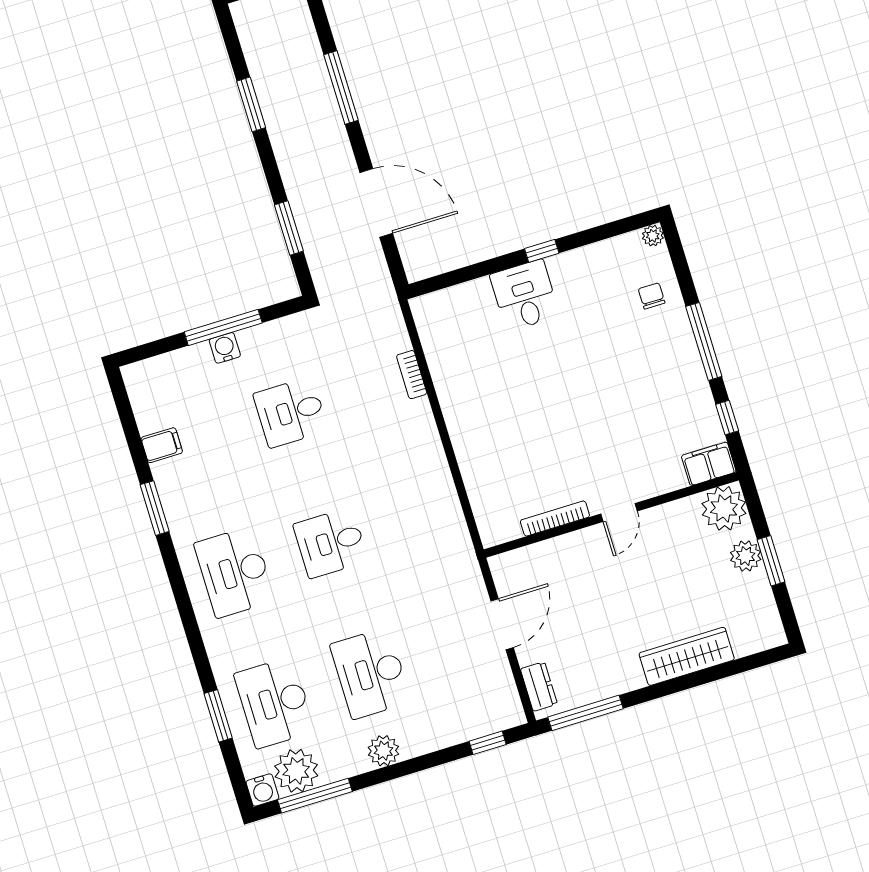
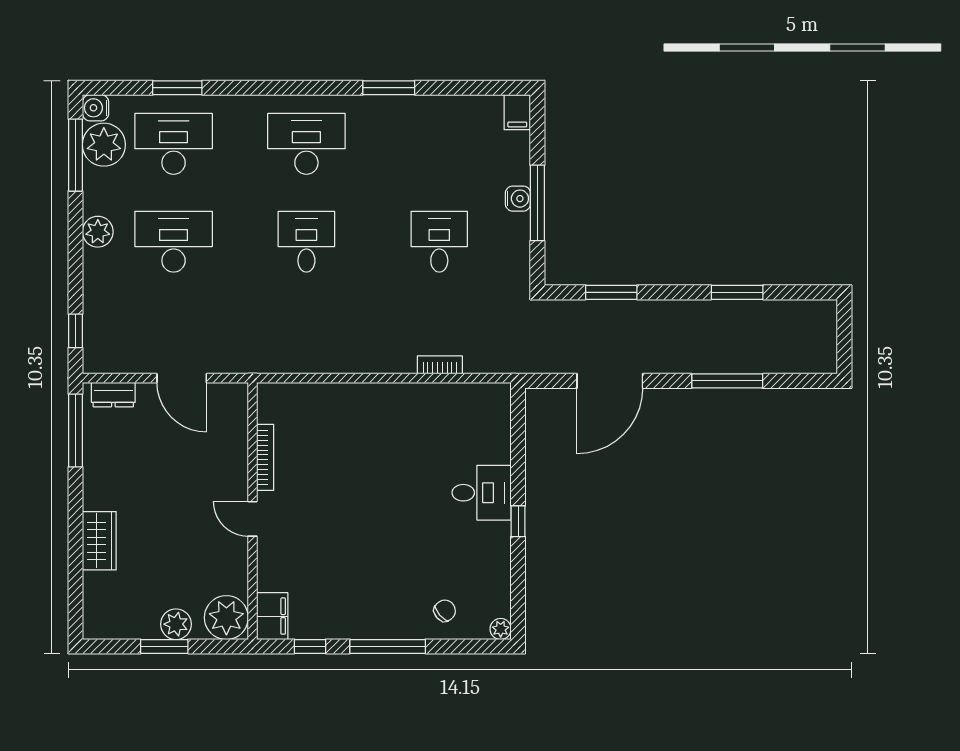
chair: (652, 296) -> (445, 611), turned -41
filing cabinet: (162, 445) -> (517, 112), moved
wardrobe: (687, 656) -> (99, 541), width x0.67

